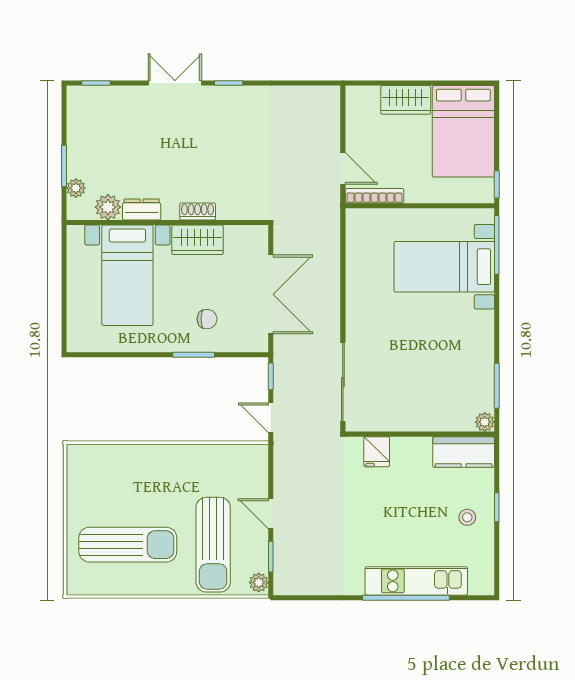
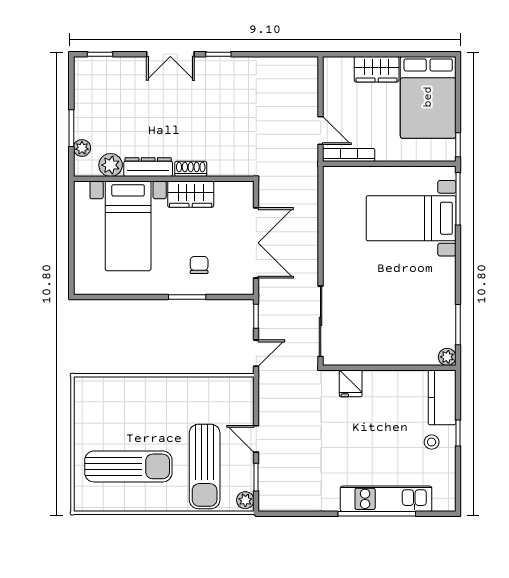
double door: (175, 83) -> (170, 54), swing flipped
dresser: (142, 209) -> (148, 167), width x1.44
chair: (207, 319) -> (199, 265), turned -90
door: (271, 418) -> (256, 353), swing flipped
kitchen counter: (464, 452) -> (442, 397), moved, turned 90

